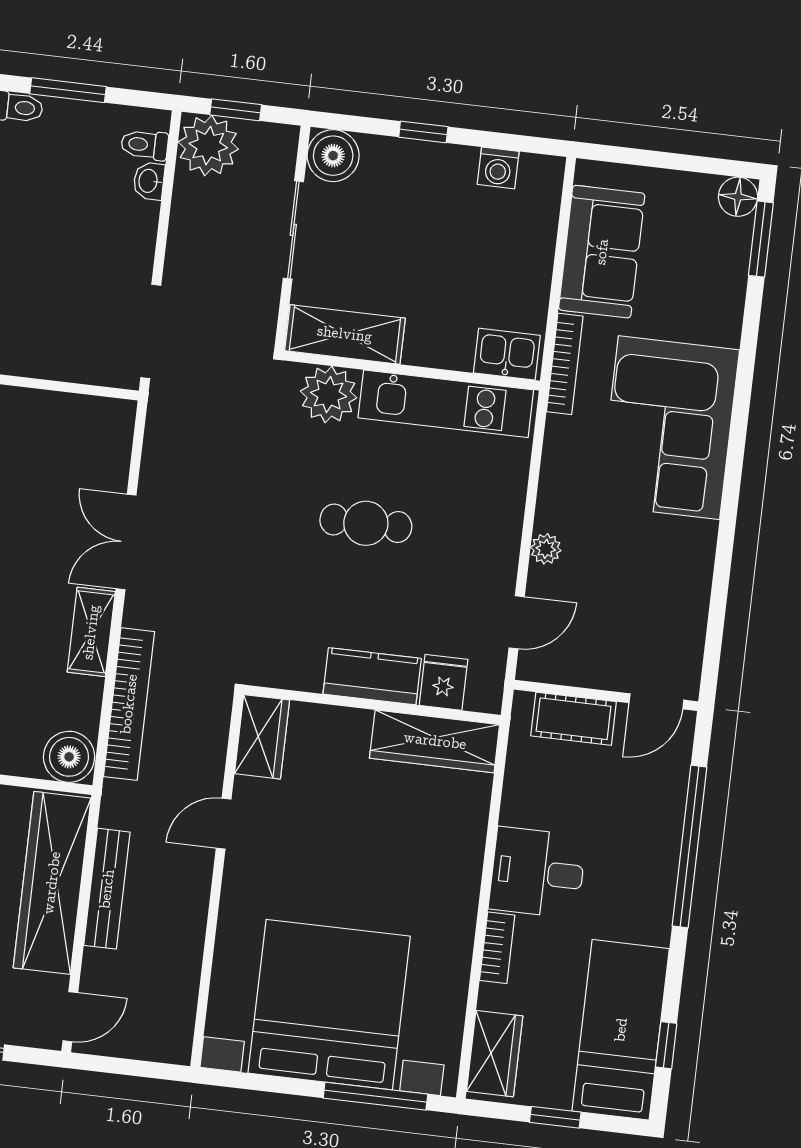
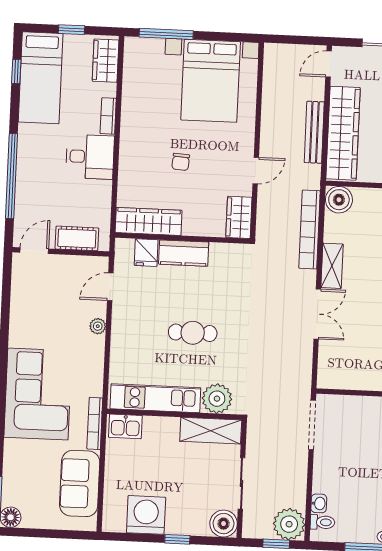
washing machine: (498, 168) -> (146, 515), width x1.89, depth x1.89
chair: (365, 850) -> (181, 162), added
bed with nightstands: (329, 1005) -> (211, 81), width x0.73

